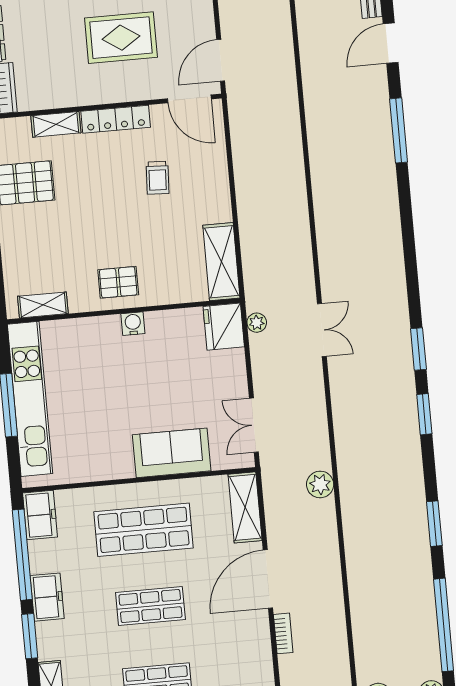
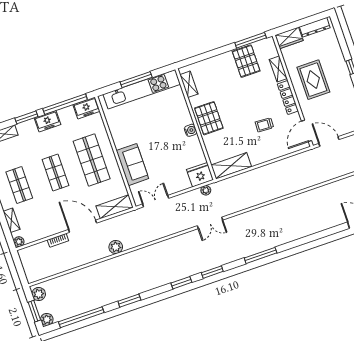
rug: (121, 38) -> (313, 80), moved
window: (399, 130) -> (261, 255), moved
pallet: (118, 282) -> (209, 118), width x1.50, depth x1.42
plant: (320, 484) -> (116, 247), moved

